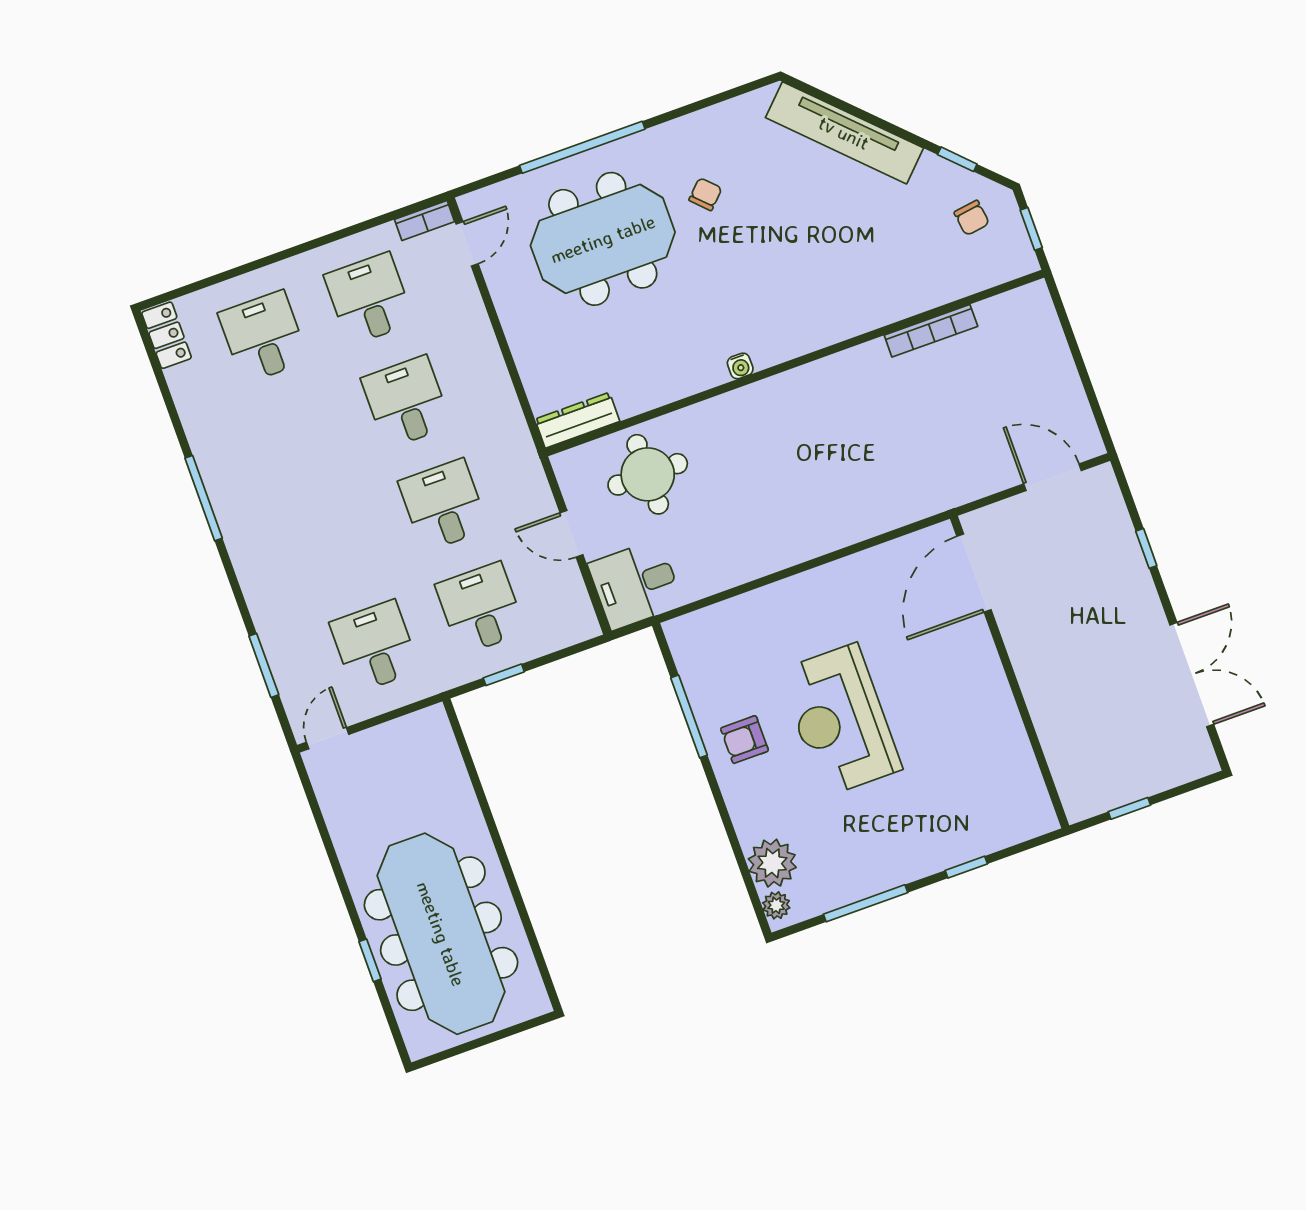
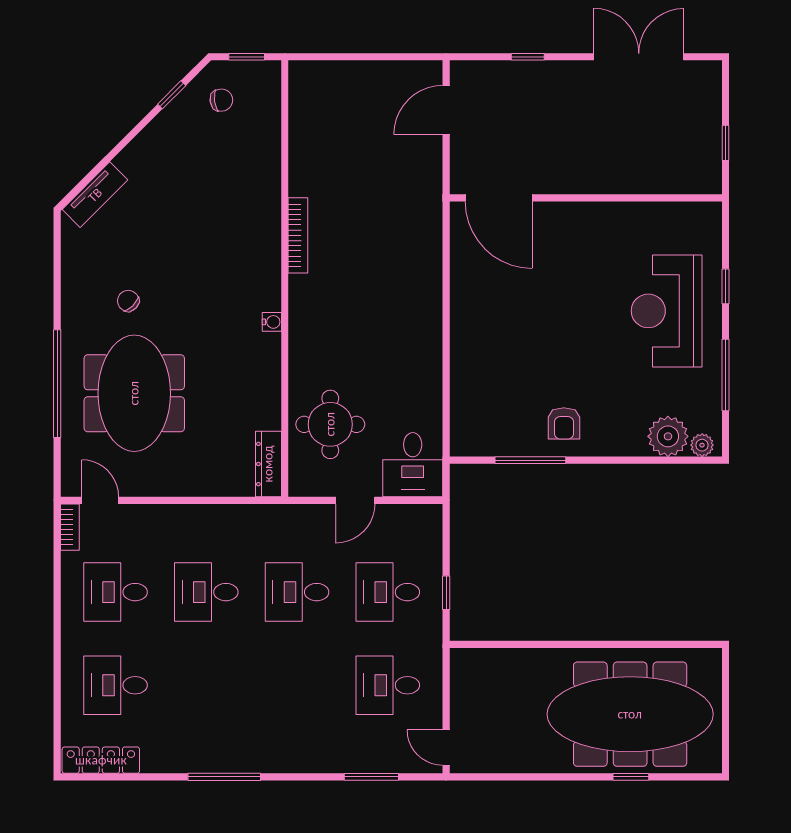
tv unit: (844, 133) -> (95, 195), width x0.52, depth x0.78
bookcase: (931, 331) -> (298, 235), moved
locker: (166, 335) -> (101, 760), width x1.53
reception desk: (840, 720) -> (667, 311), moved, turned 90

